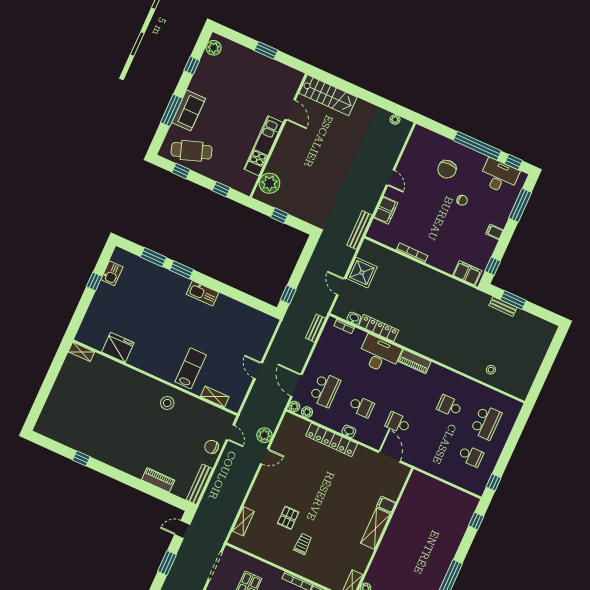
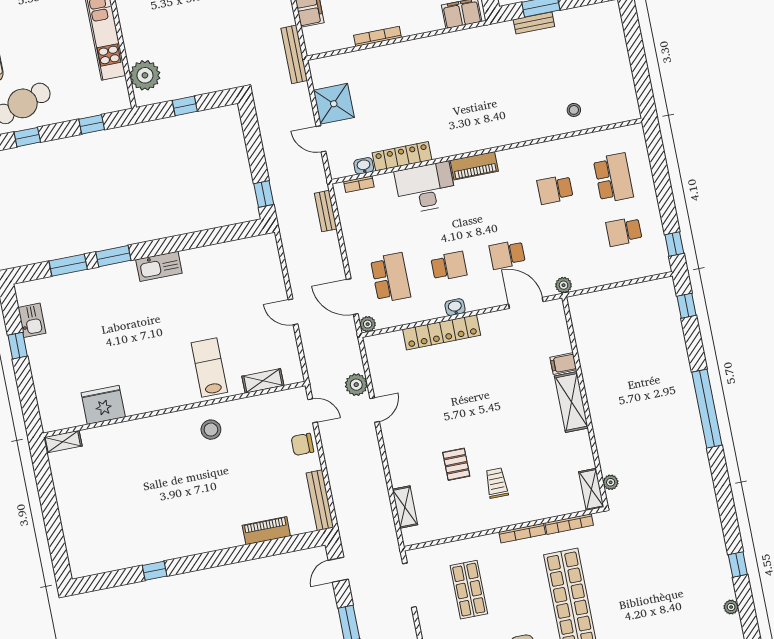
plant: (307, 412) -> (564, 285), moved
school desk: (471, 456) -> (624, 231), turned 180

